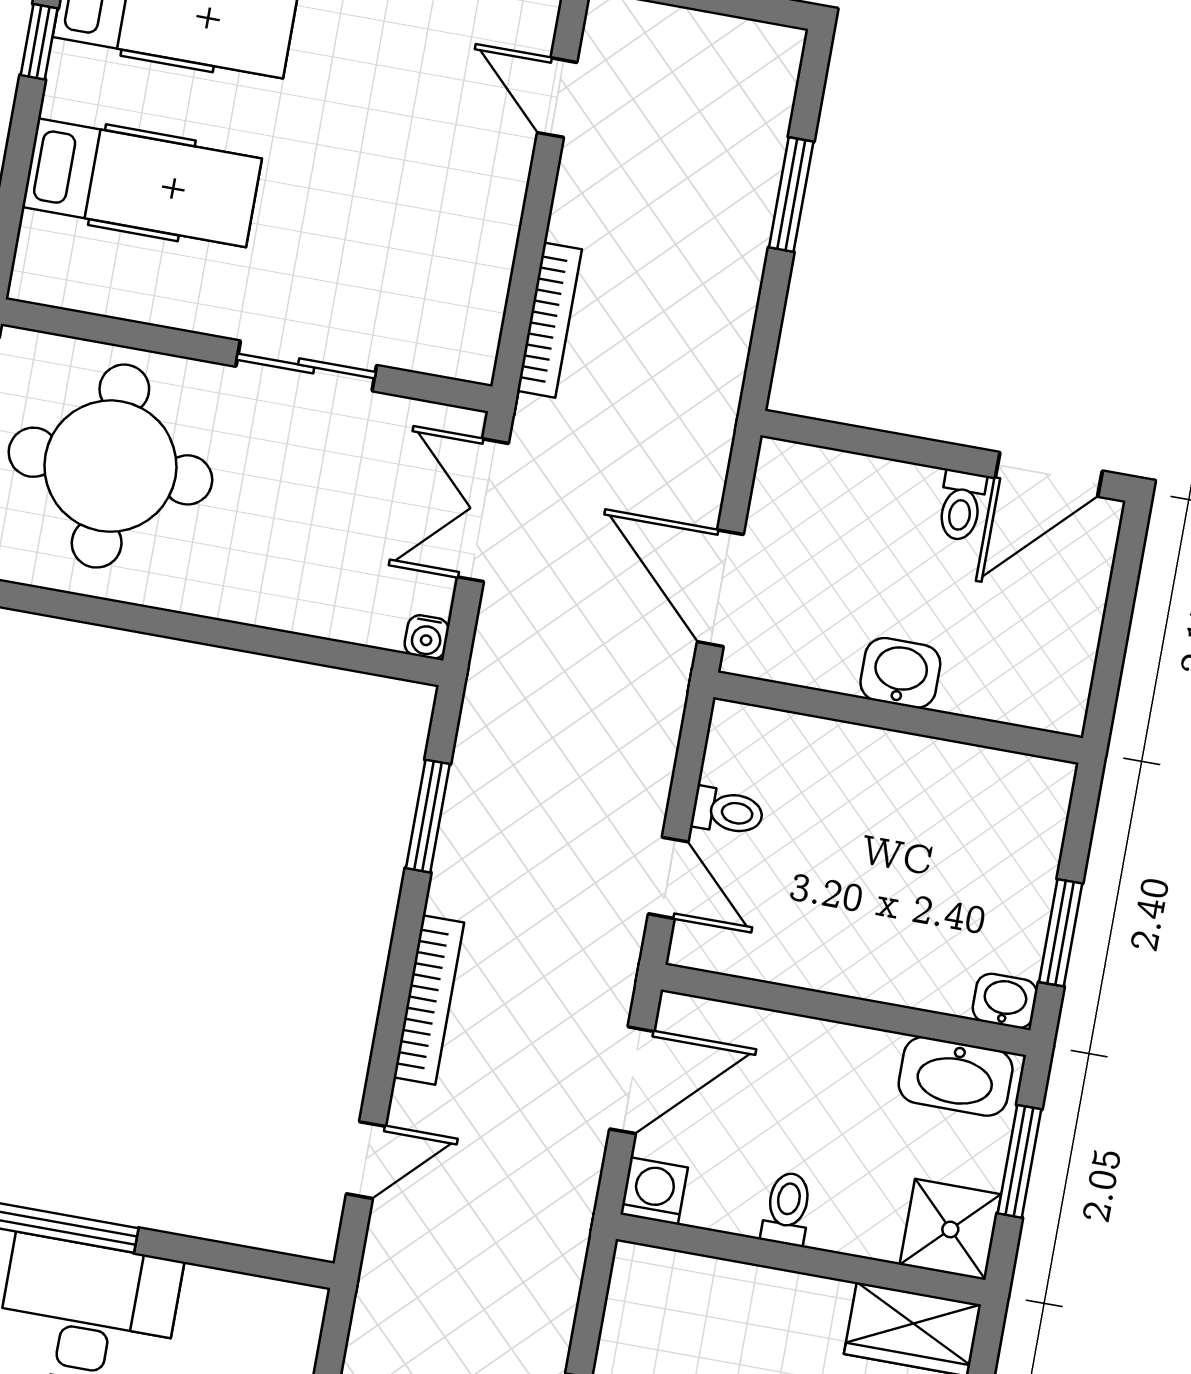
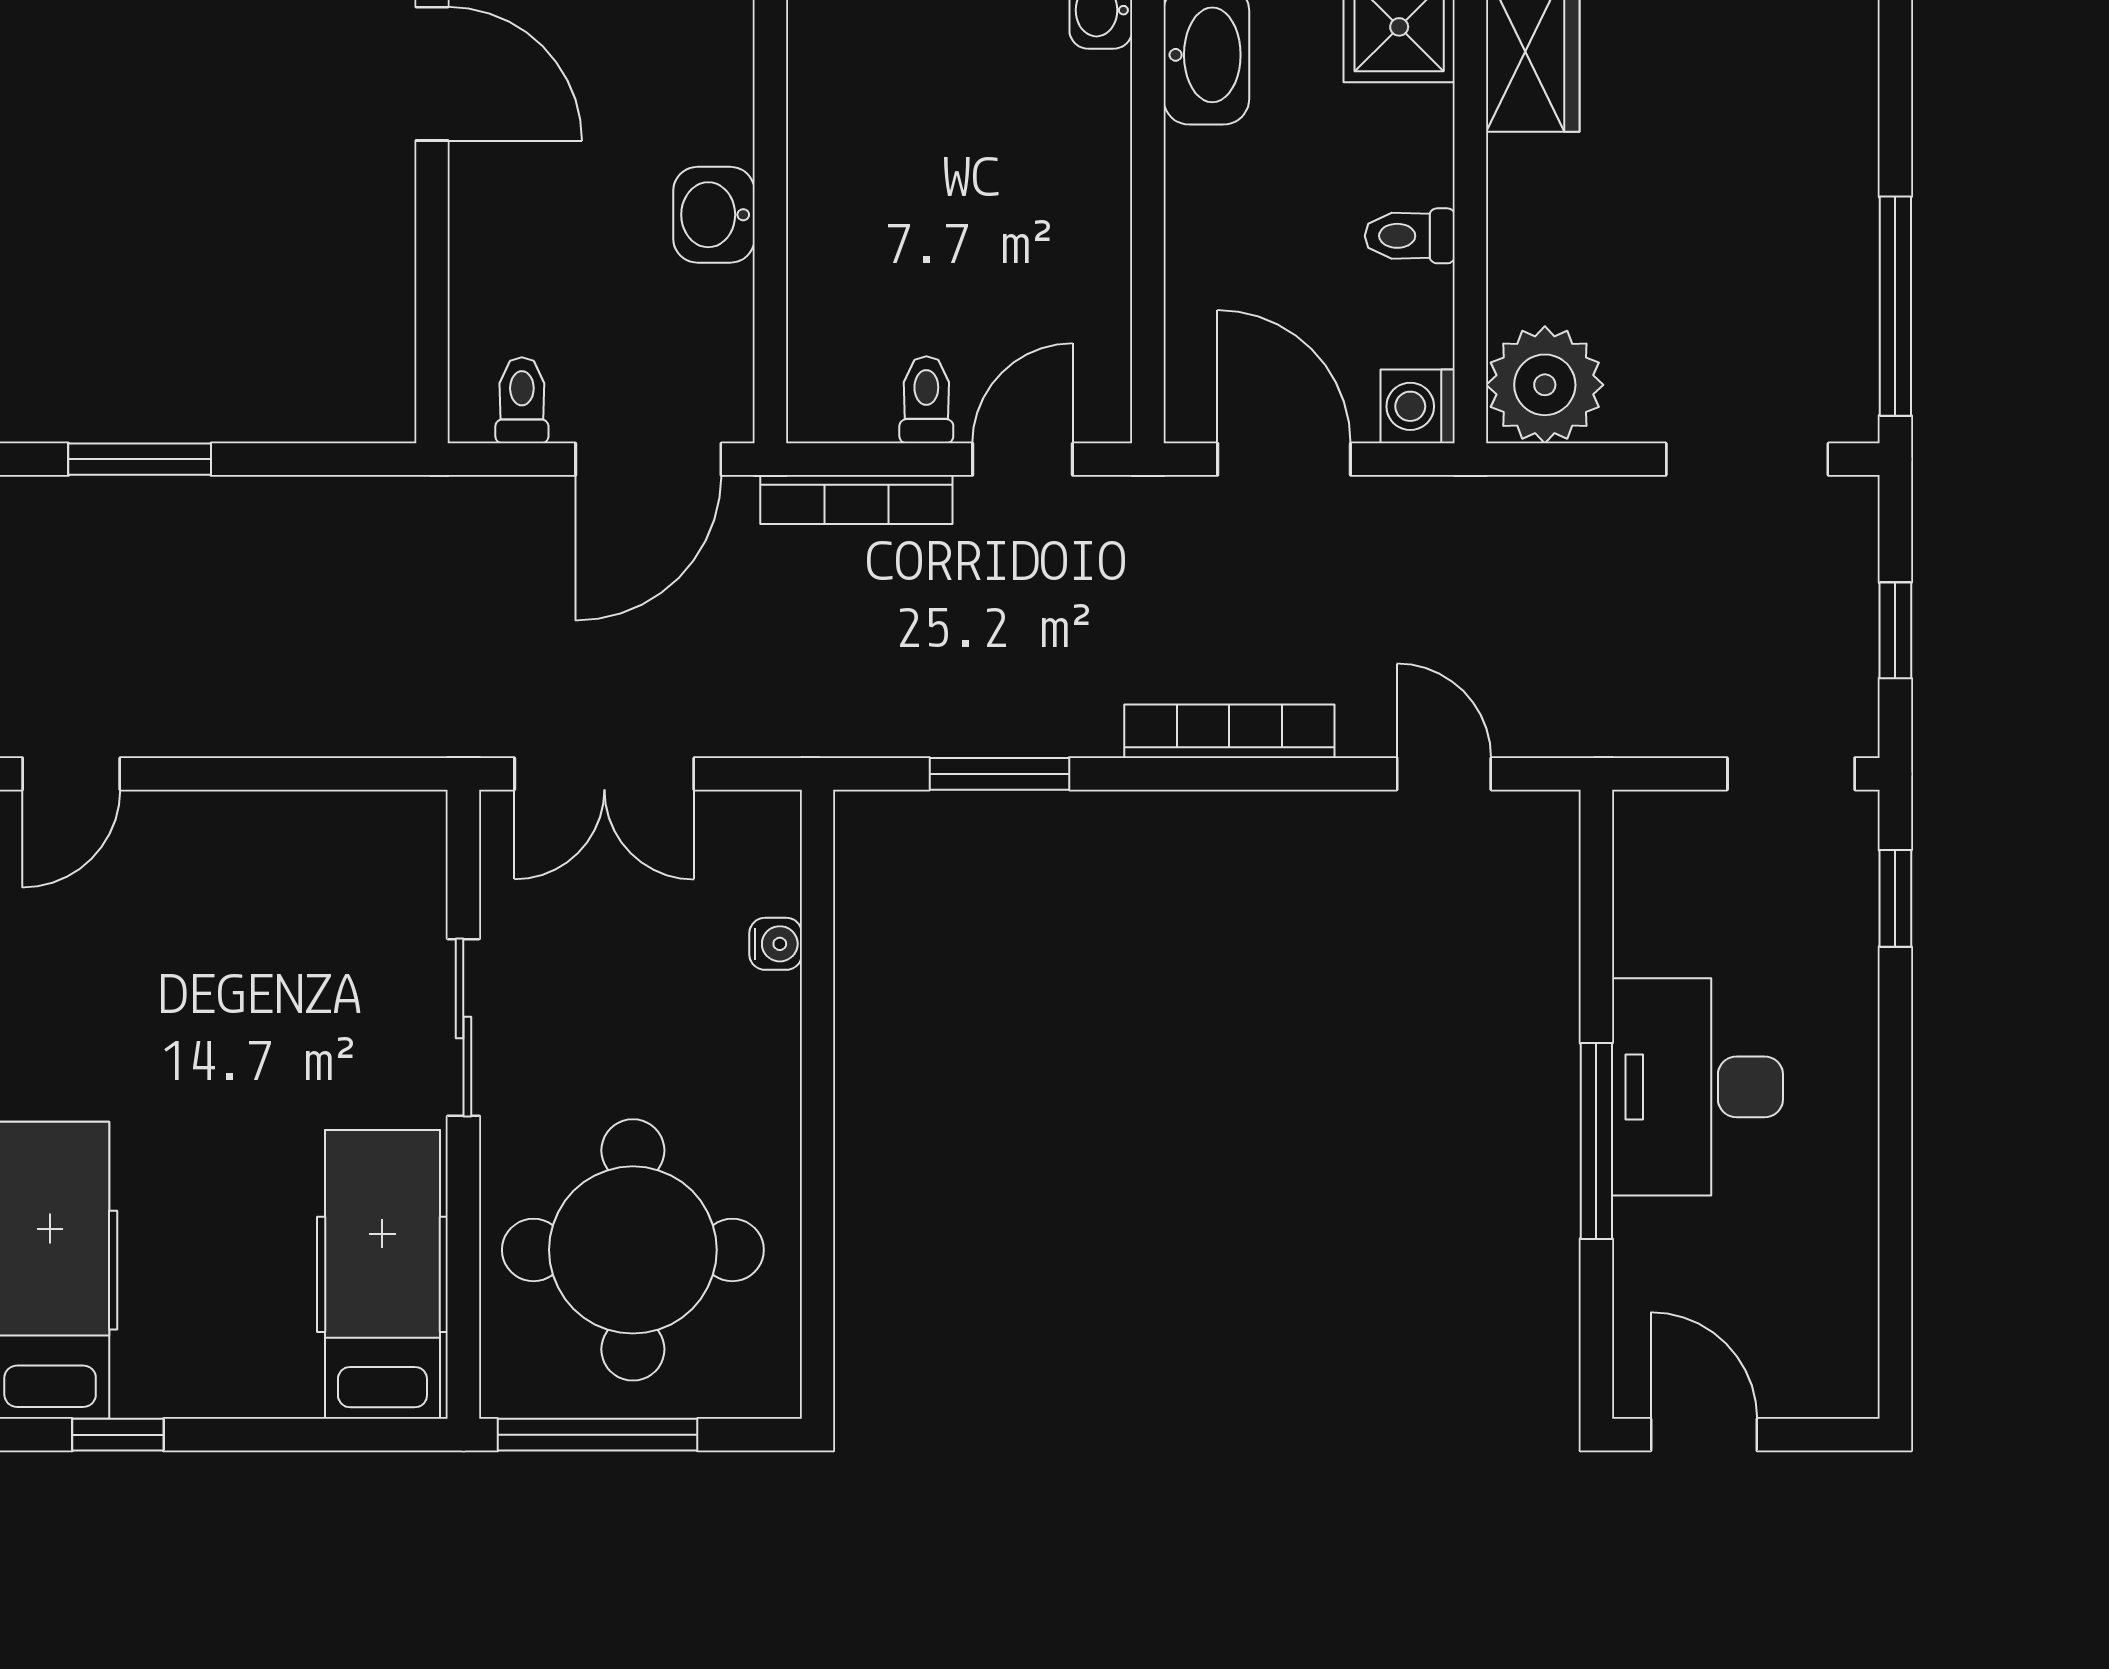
hospital bed: (142, 183) -> (382, 1274), moved
bookcase: (549, 320) -> (856, 499), moved, turned 180
toilet: (961, 506) -> (522, 400), moved, turned -90
water cooler: (427, 637) -> (776, 944), moved
plant: (653, 1292) -> (1545, 385), added

